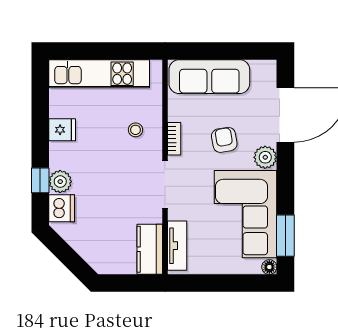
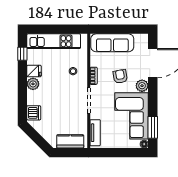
window: (40, 180) -> (22, 54), moved
plant: (60, 182) -> (33, 84), moved
kitchen counter: (150, 249) -> (70, 141), moved, turned 90

